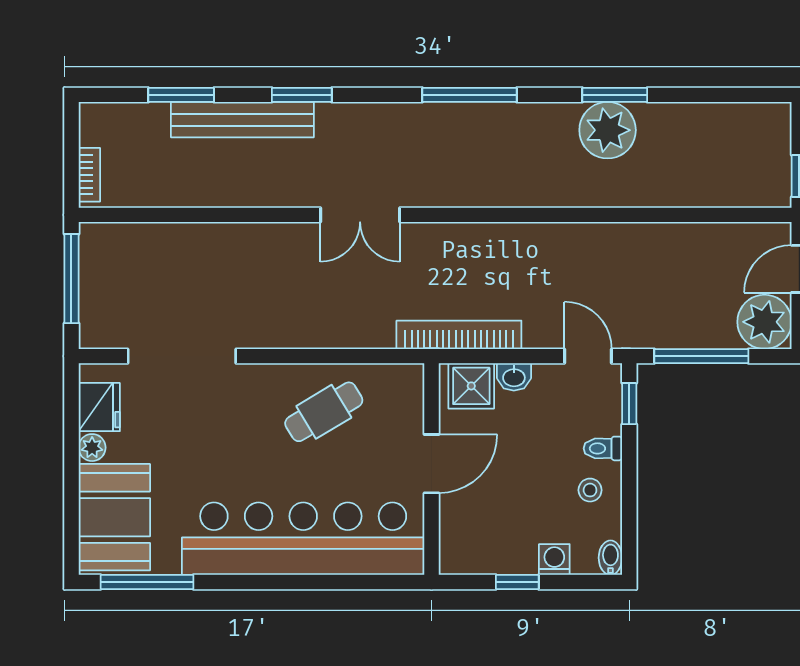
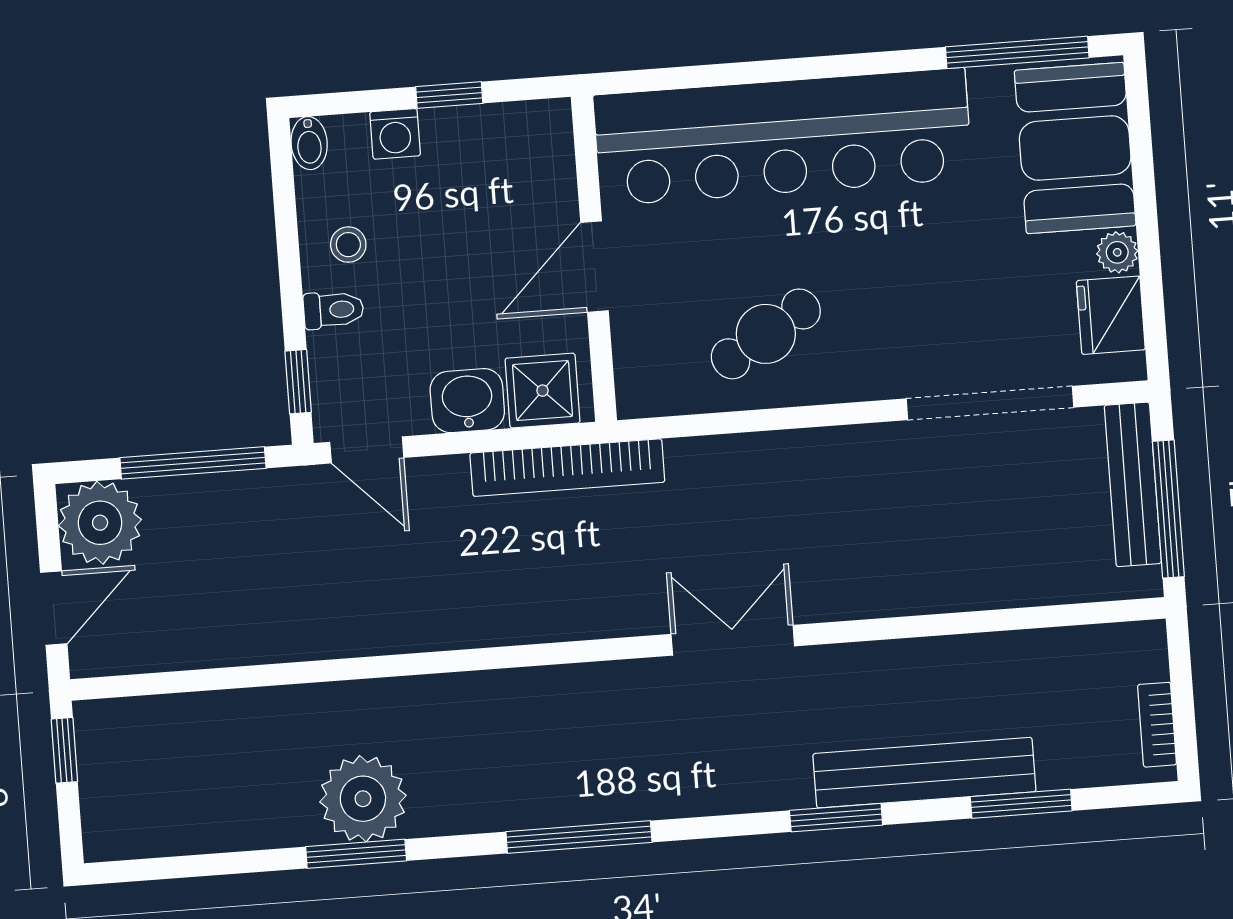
bookcase: (89, 175) -> (1157, 725), moved
bench: (93, 296) -> (1133, 484), added
washbasin: (514, 377) -> (467, 401), width x1.38, depth x1.45

